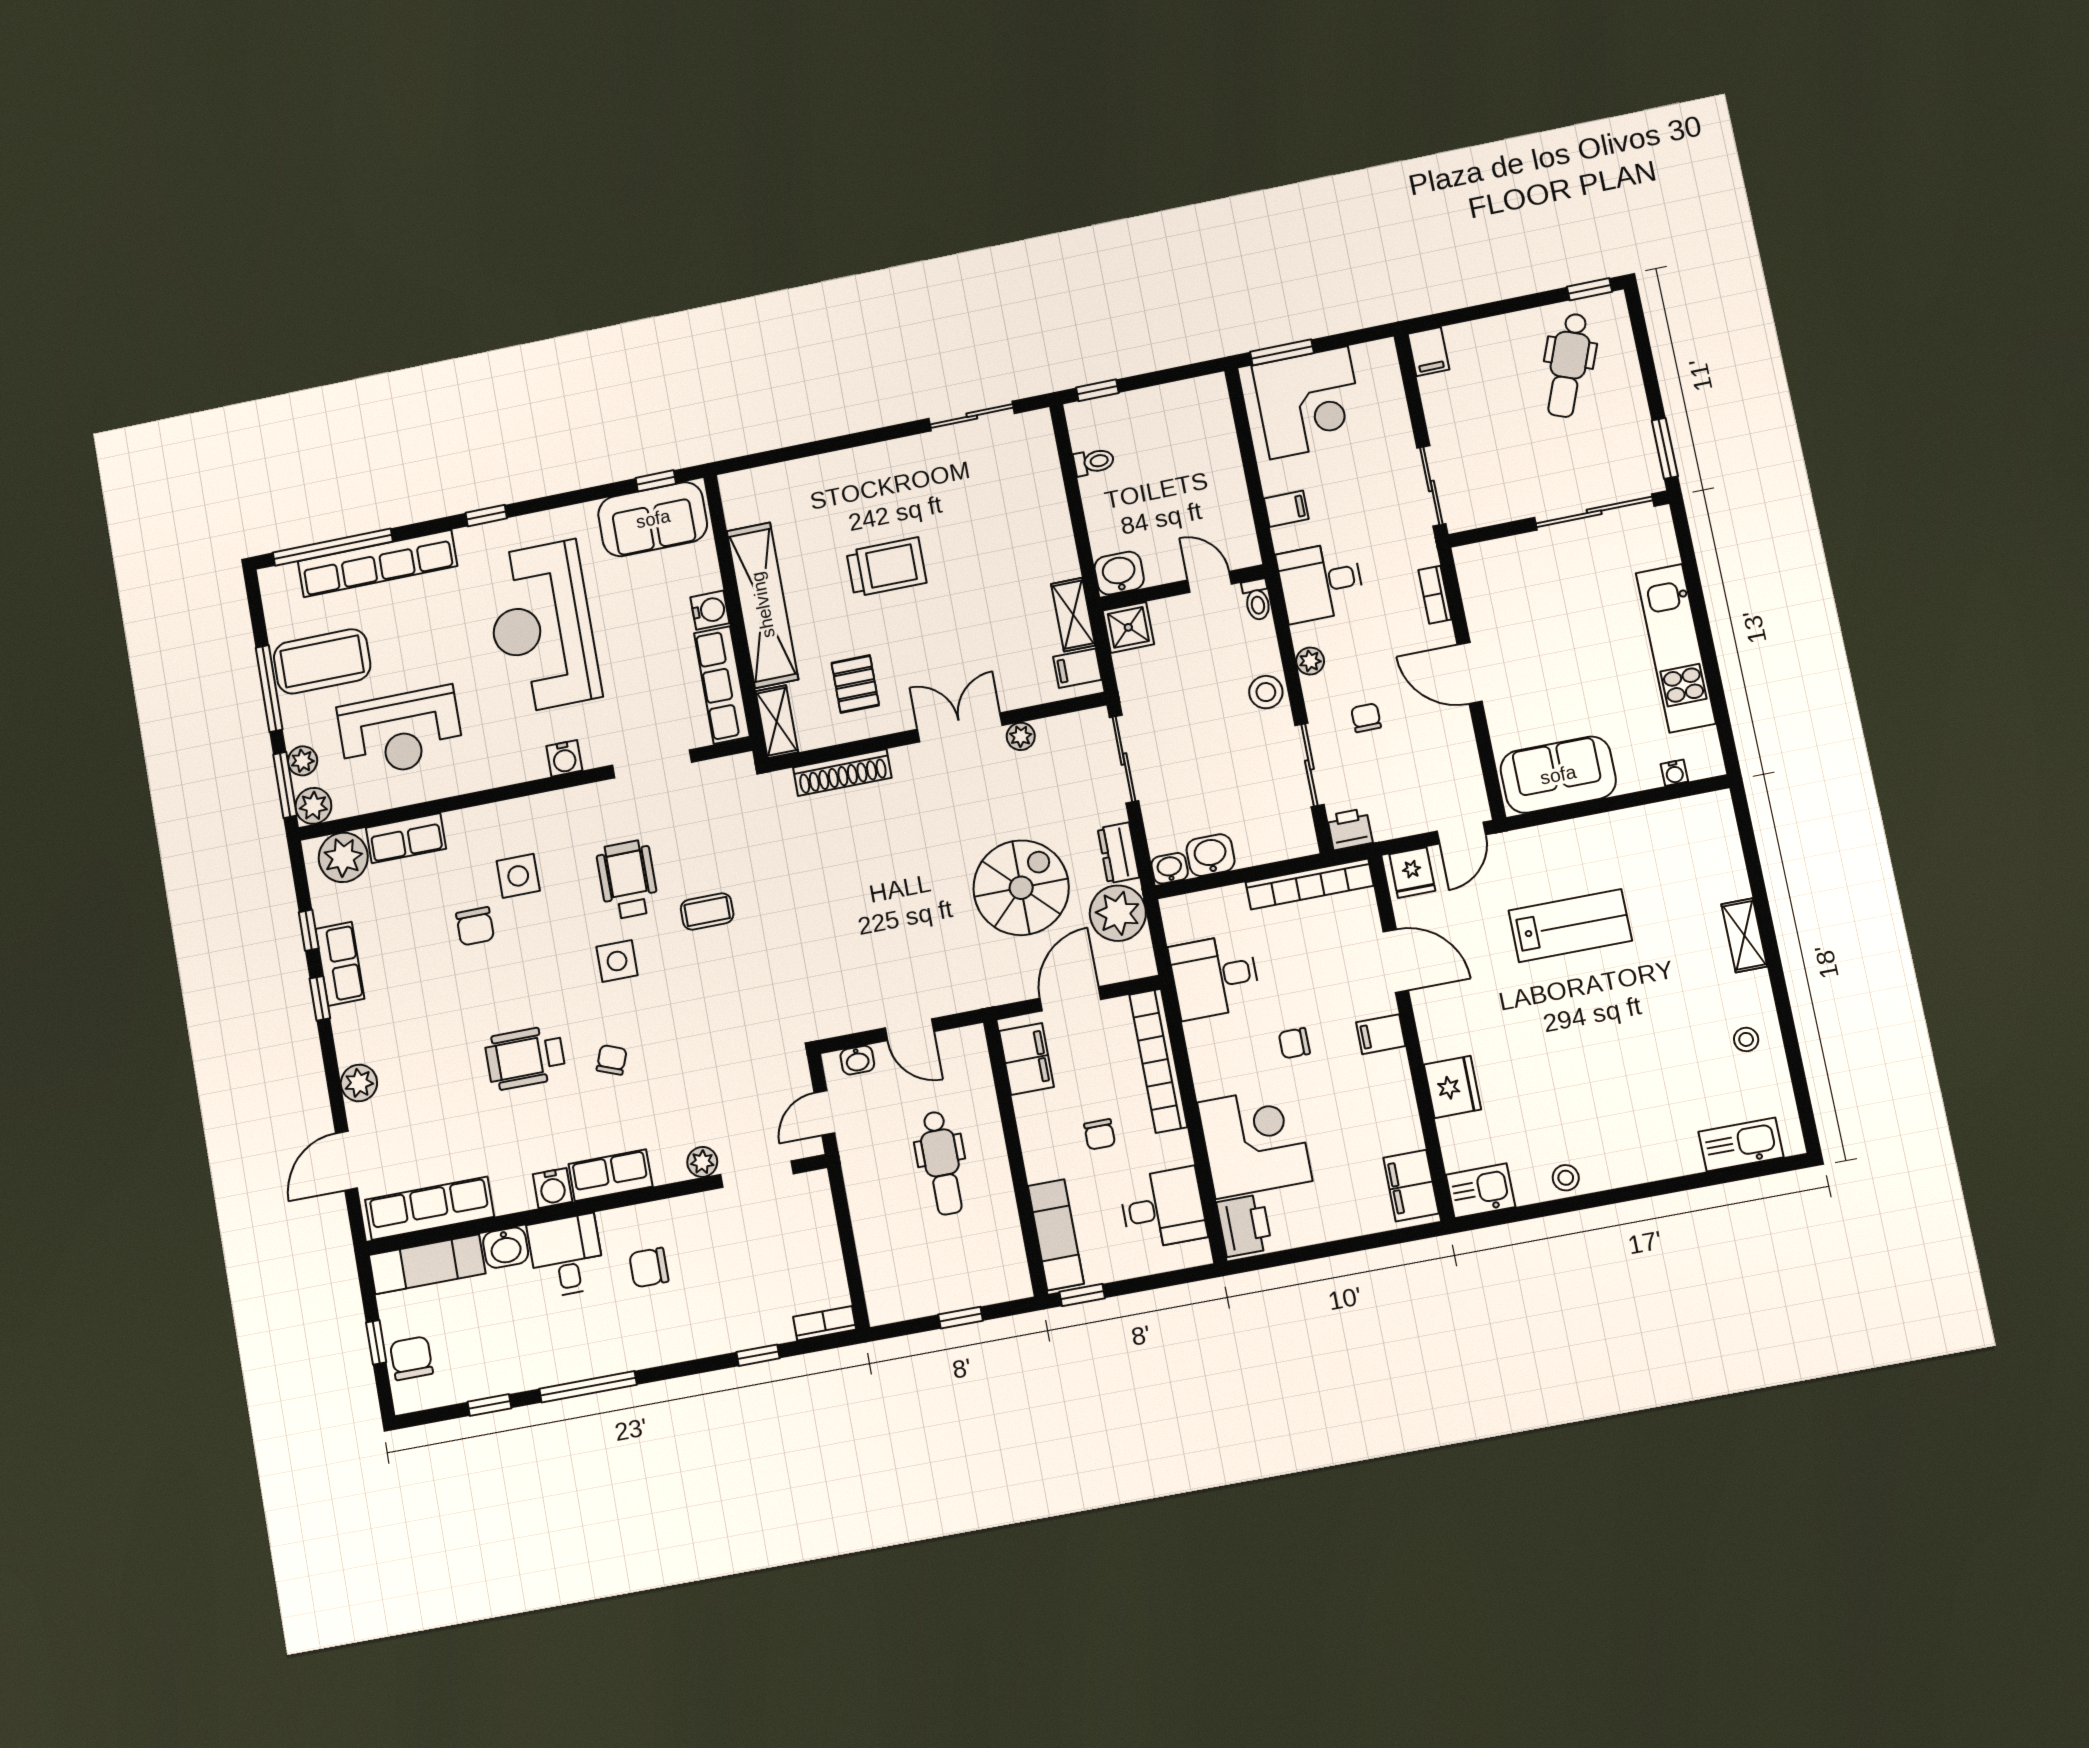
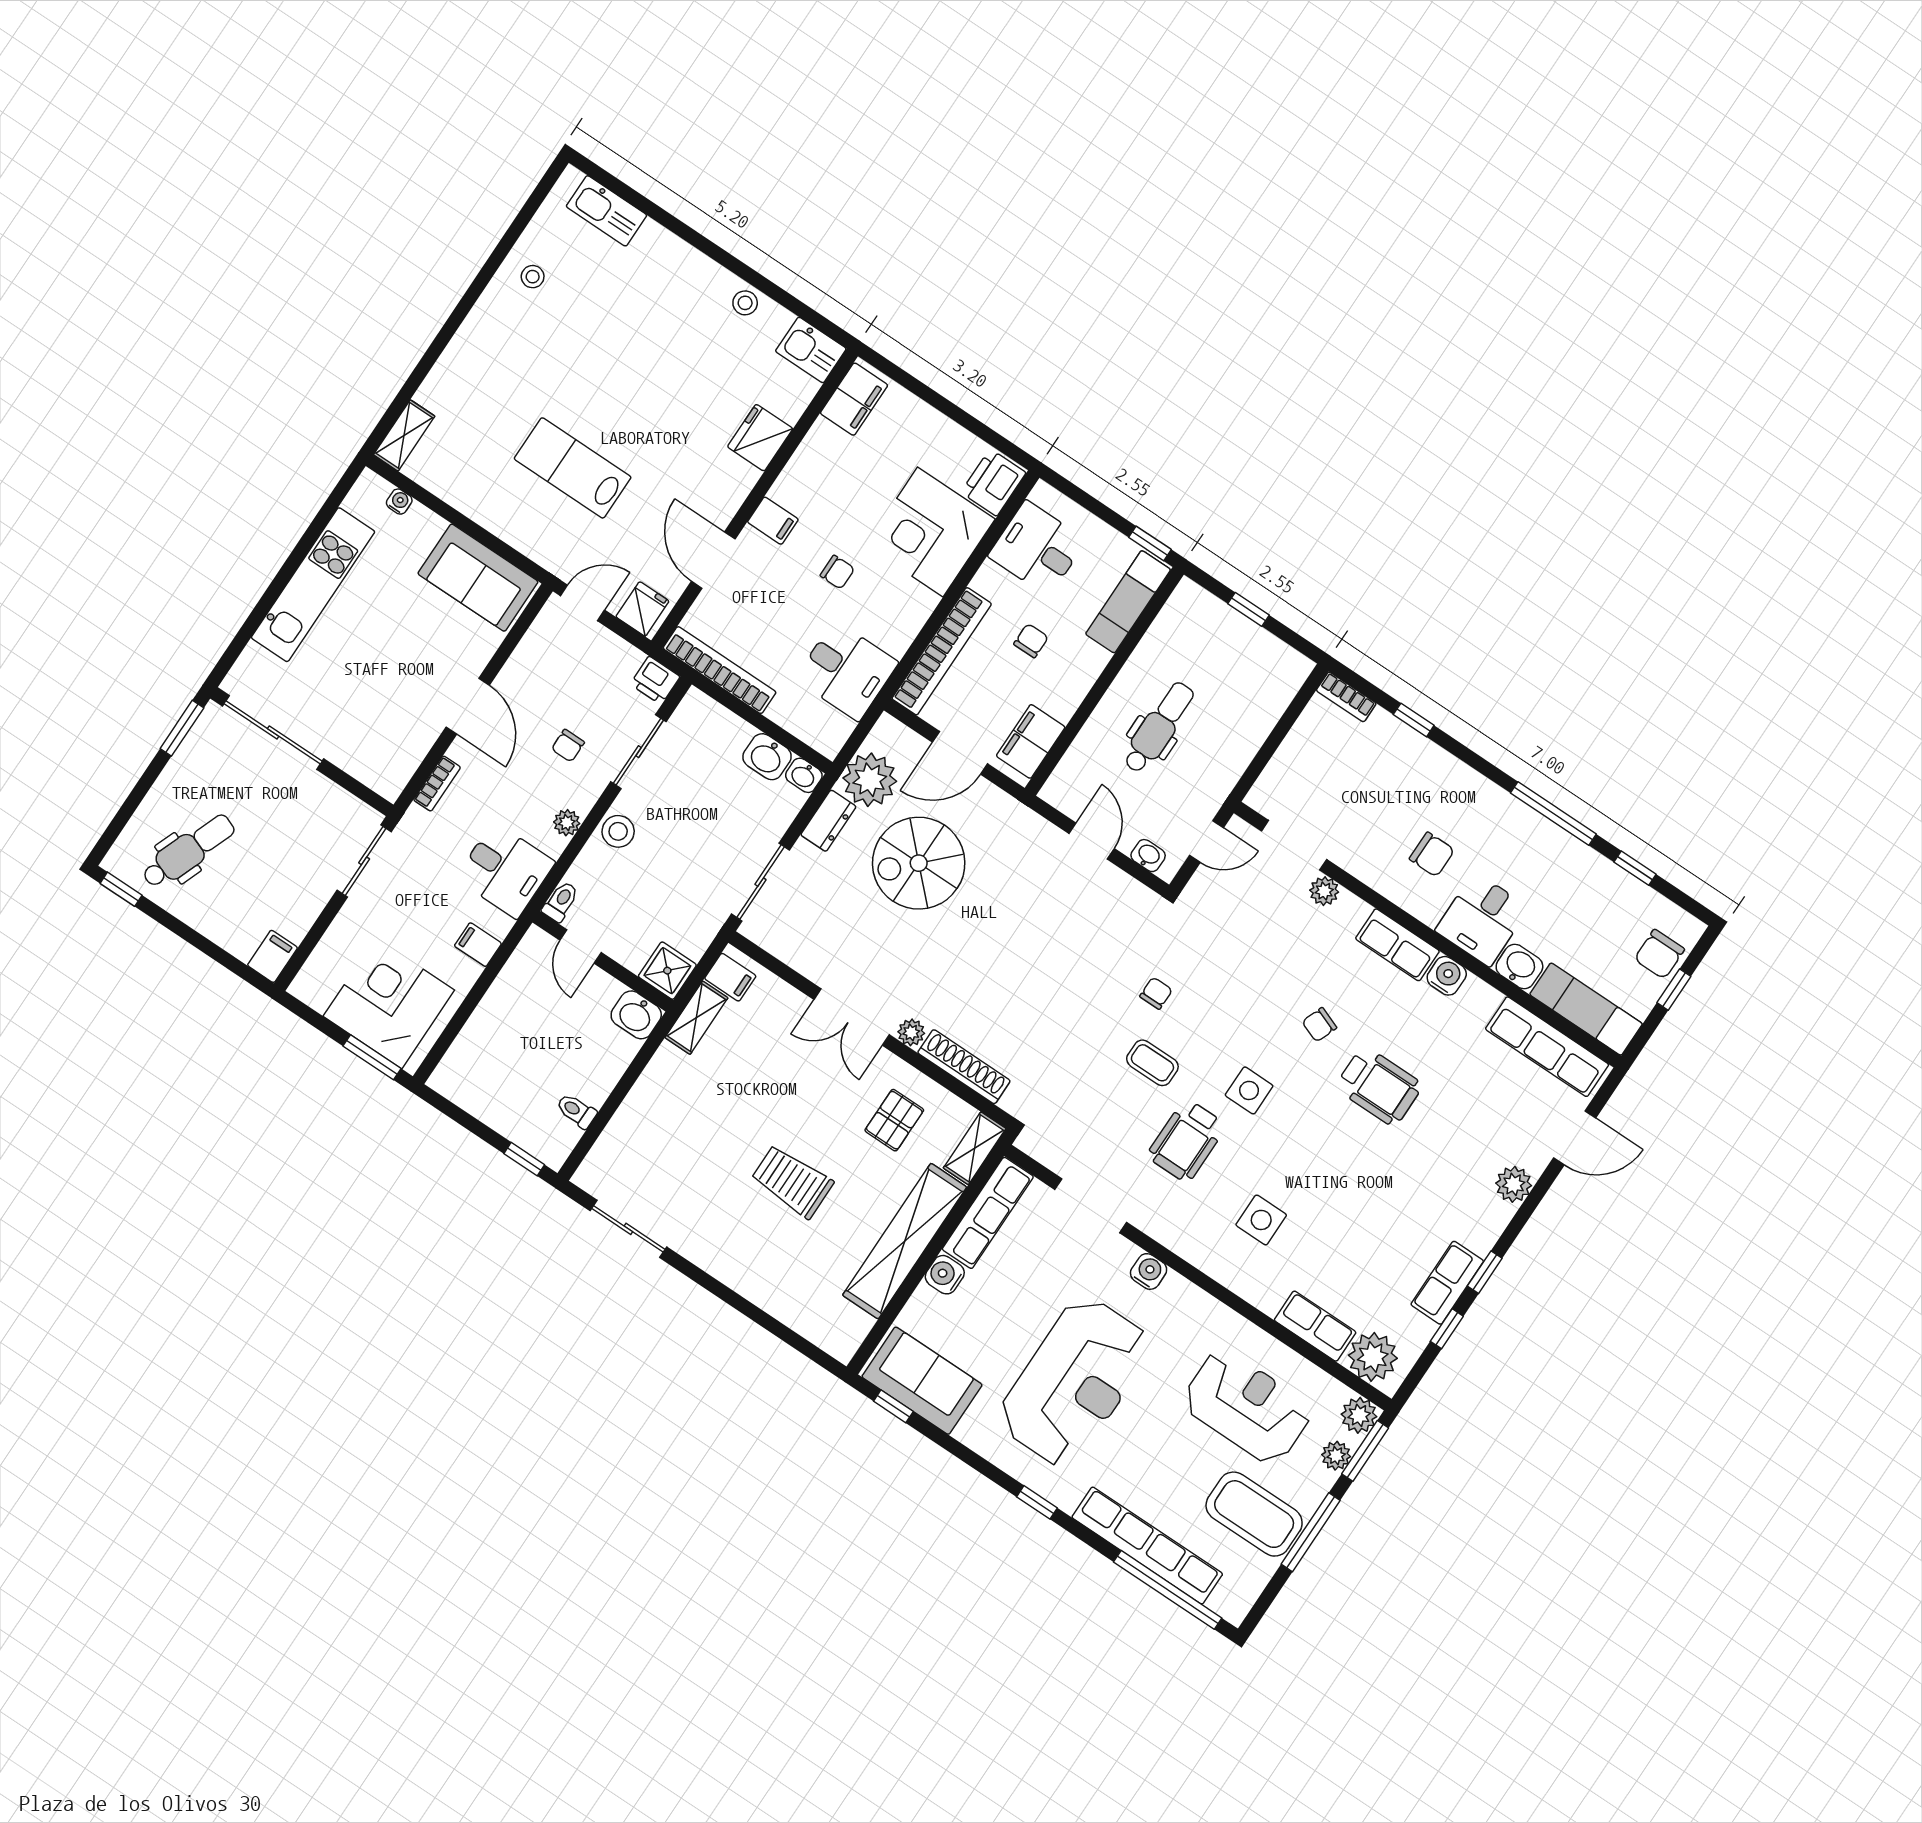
plant: (1021, 736) -> (911, 1032), moved
chair: (475, 926) -> (1156, 993), moved, width x0.73, depth x0.73
shelving: (1744, 935) -> (404, 435), moved

